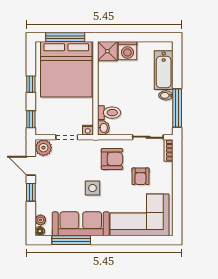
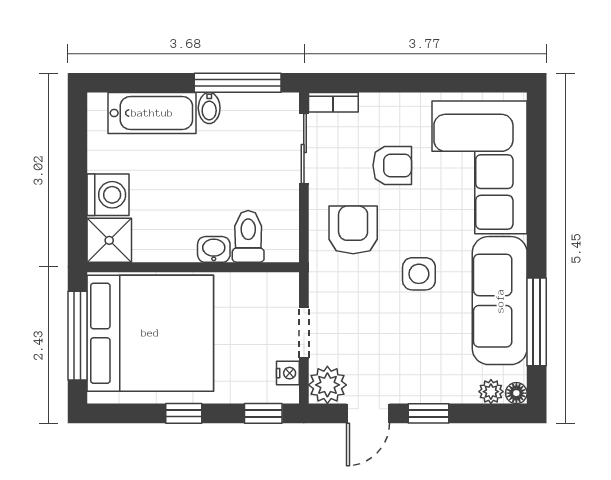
washbasin: (103, 128) -> (214, 249), moved
nightstand: (88, 130) -> (288, 373), moved

